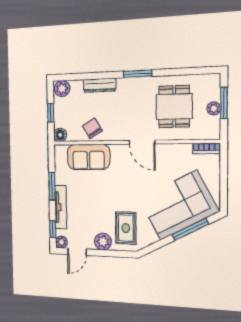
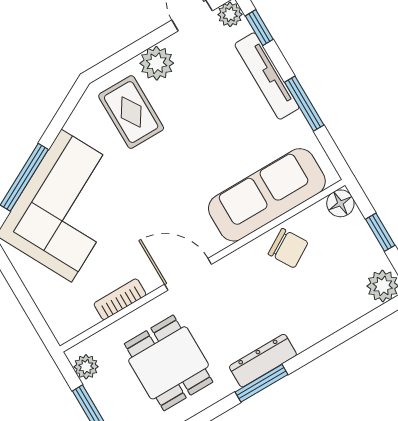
dresser: (100, 85) -> (263, 361), moved
plant: (214, 108) -> (86, 367), moved
bookcase: (207, 148) -> (120, 299), moved
sofa: (88, 157) -> (267, 195), width x1.36

